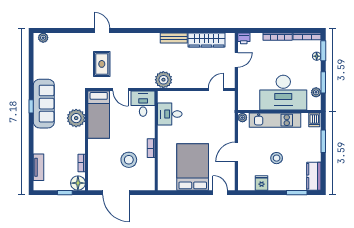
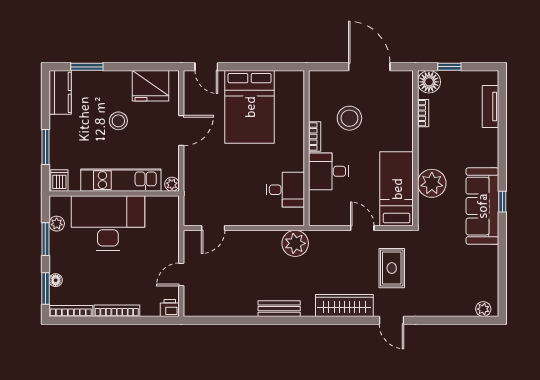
wardrobe: (207, 40) -> (344, 305), moved
desk: (143, 104) -> (329, 171), moved, turned 90
fridge: (262, 183) -> (150, 86), width x1.88, depth x1.34

